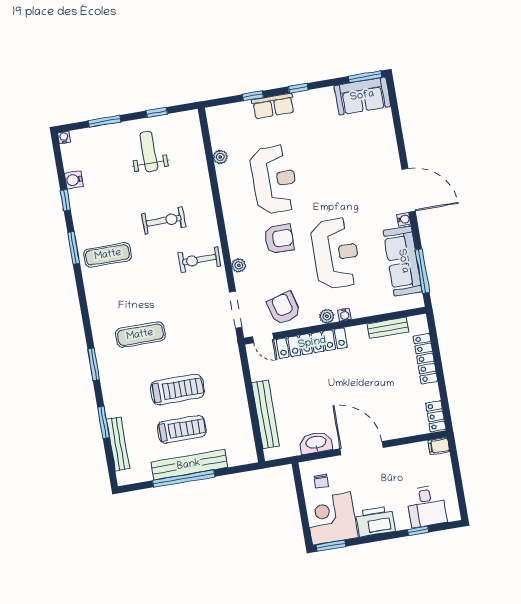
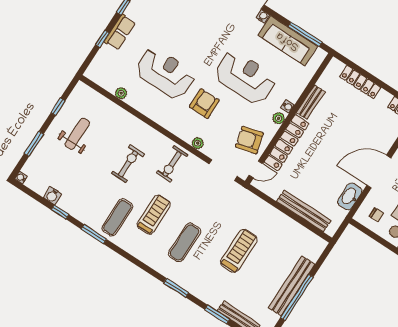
weight bench: (149, 151) -> (77, 134), turned 90
bench: (388, 328) -> (311, 102), moved
treadmill: (182, 429) -> (154, 215), moved

